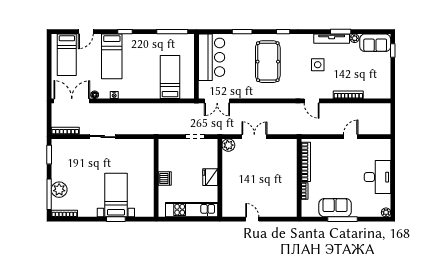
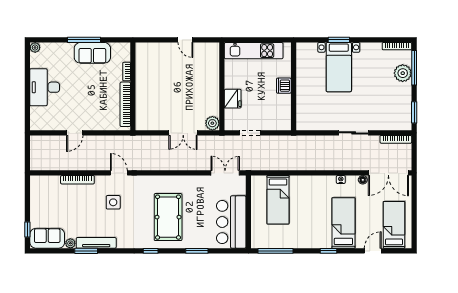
side table: (318, 65) -> (113, 202), moved
fridge: (210, 177) -> (233, 99), moved

